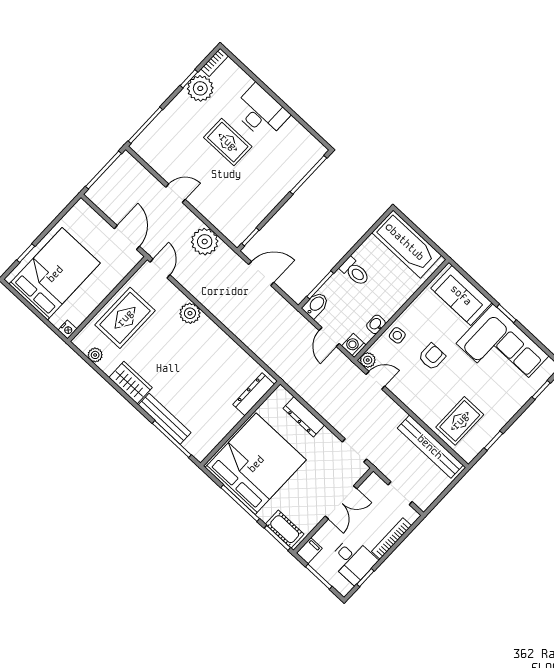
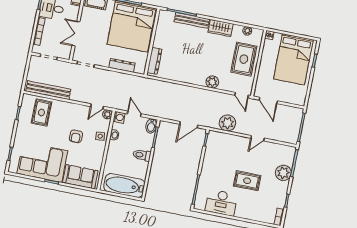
plant: (200, 88) -> (283, 173), moved
desk: (261, 112) -> (221, 203), moved

